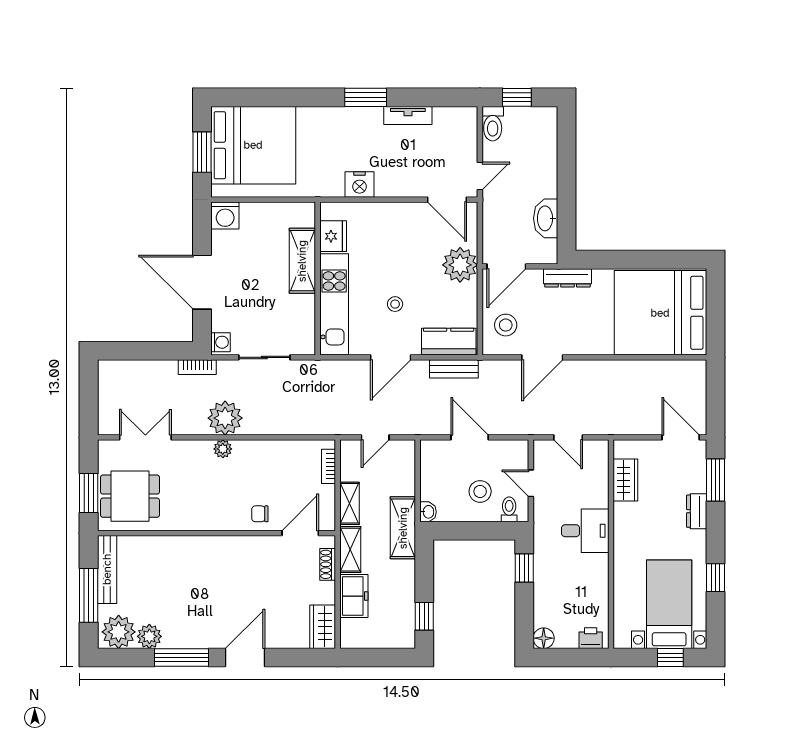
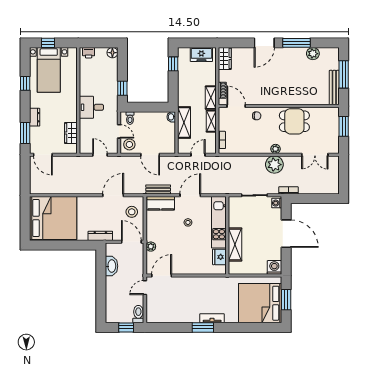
tv unit: (408, 115) -> (212, 318), moved
nightstand: (359, 185) -> (206, 283), removed
door: (447, 200) -> (162, 276), hinge flipped
plant: (460, 265) -> (151, 247), width x0.53, depth x0.53
door: (506, 266) -> (131, 242), hinge flipped
stool: (480, 491) -> (129, 144), moved
dining table: (130, 496) -> (294, 121), moved
shelving: (403, 528) -> (184, 122), moved
door: (300, 533) -> (236, 106), swing flipped
freezer: (354, 596) -> (201, 54), moved, turned -90
plant: (119, 632) -> (328, 56), removed

